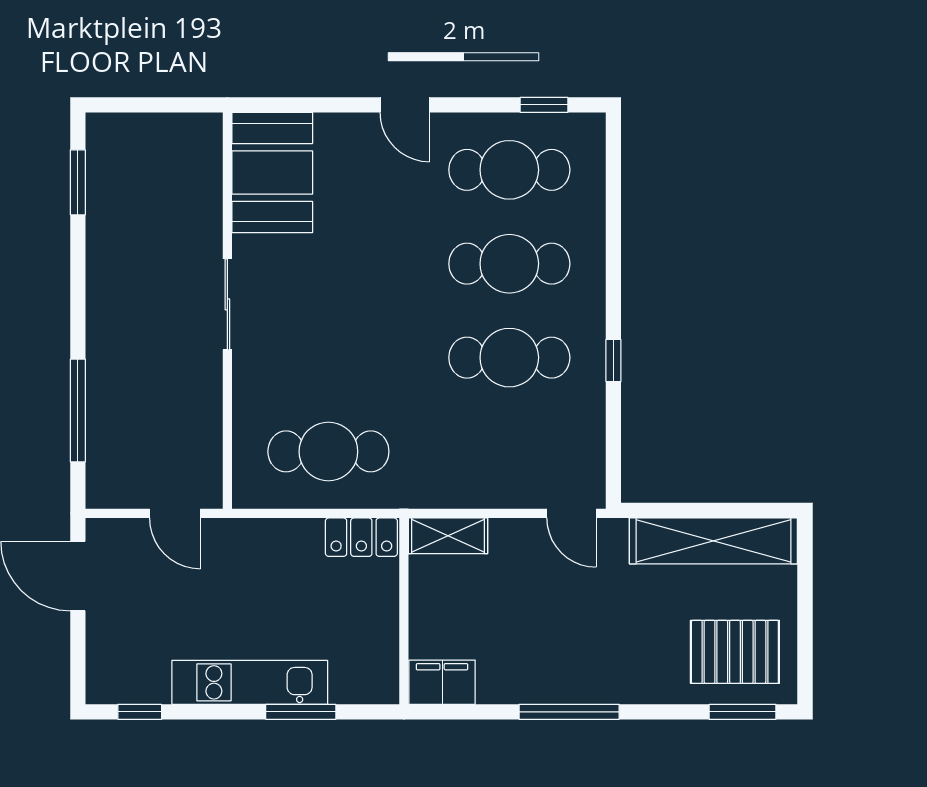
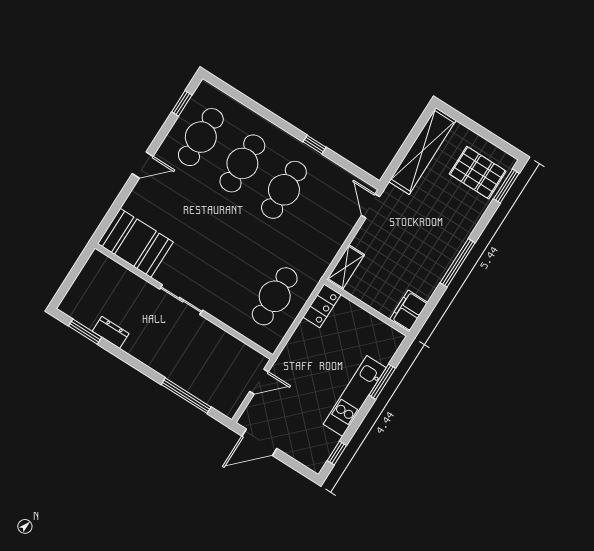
dresser: (103, 224) -> (111, 332), added
door: (571, 513) -> (370, 206), swing flipped
pallet: (735, 652) -> (478, 173), turned 90

